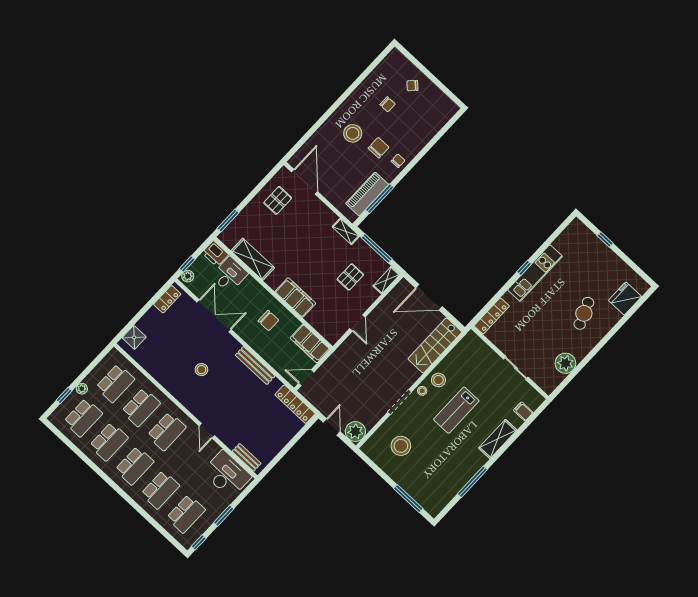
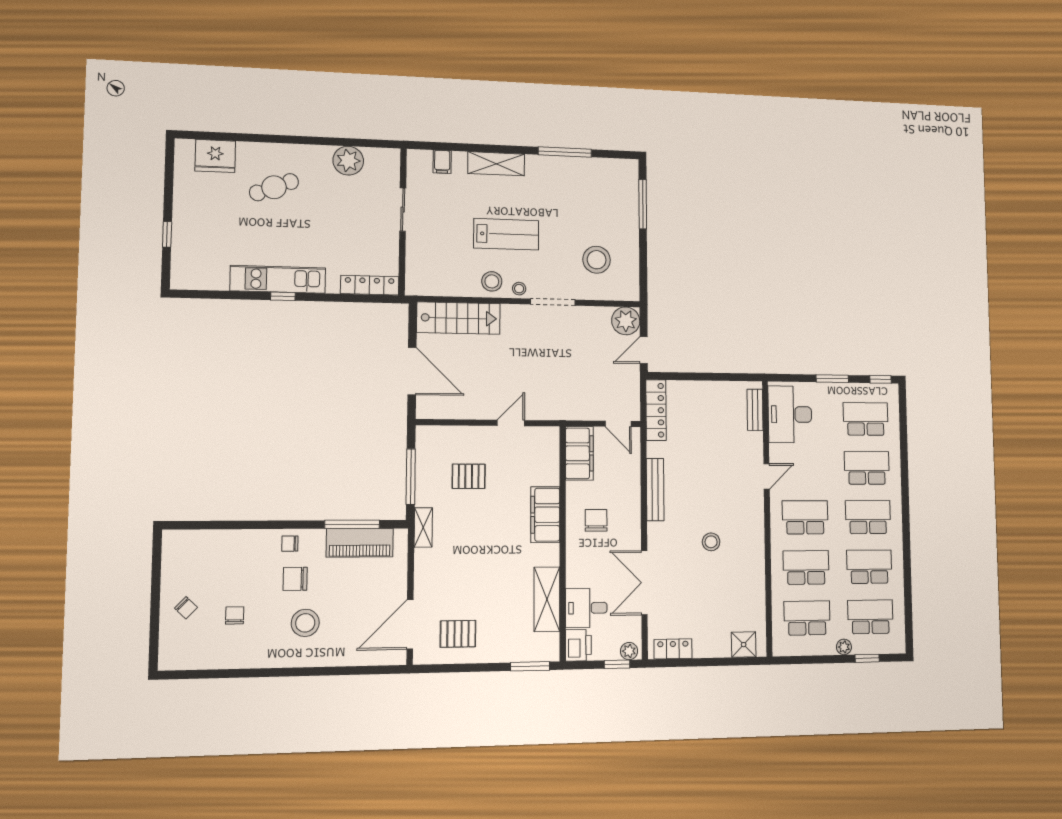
shelving: (386, 280) -> (436, 434), removed

